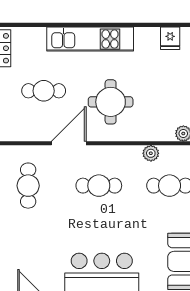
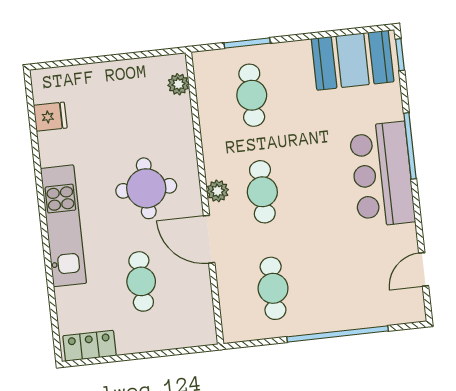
plant: (151, 153) -> (218, 191), moved
cafe table: (28, 186) -> (273, 288), turned 90

